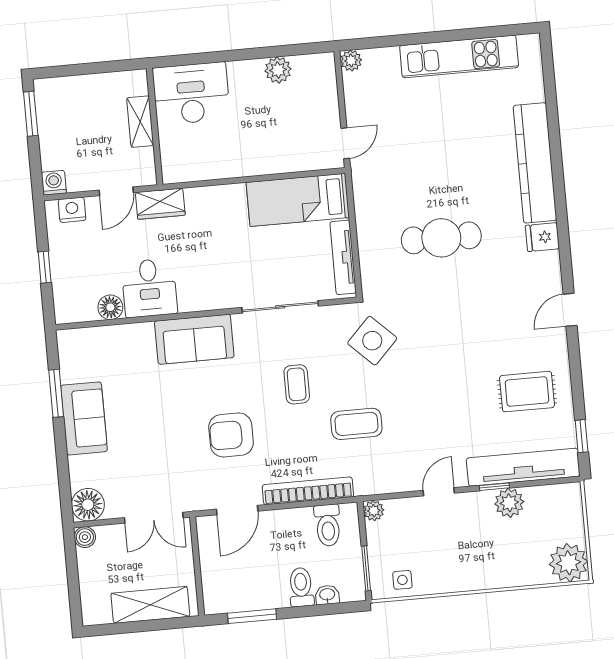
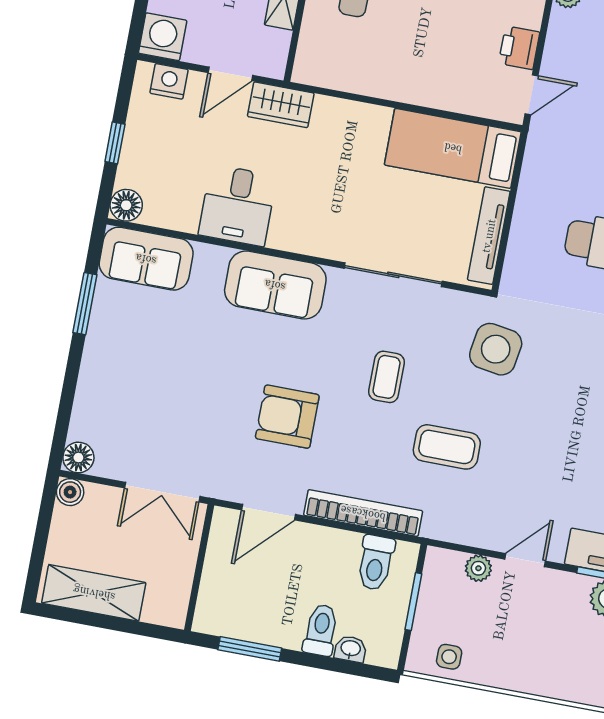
printer: (326, 111) -> (519, 48), added
washing machine: (54, 183) -> (163, 37), width x1.38, depth x1.38
floor lamp: (110, 307) -> (126, 205), moved
side table: (372, 341) -> (496, 349), turned -35
sofa: (84, 418) -> (146, 259), moved, turned 90
floor lamp: (88, 505) -> (78, 458), width x0.73, depth x0.73
plant: (374, 511) -> (478, 568), moved
window: (366, 568) -> (413, 602), moved
shelving: (150, 605) -> (94, 593), moved

